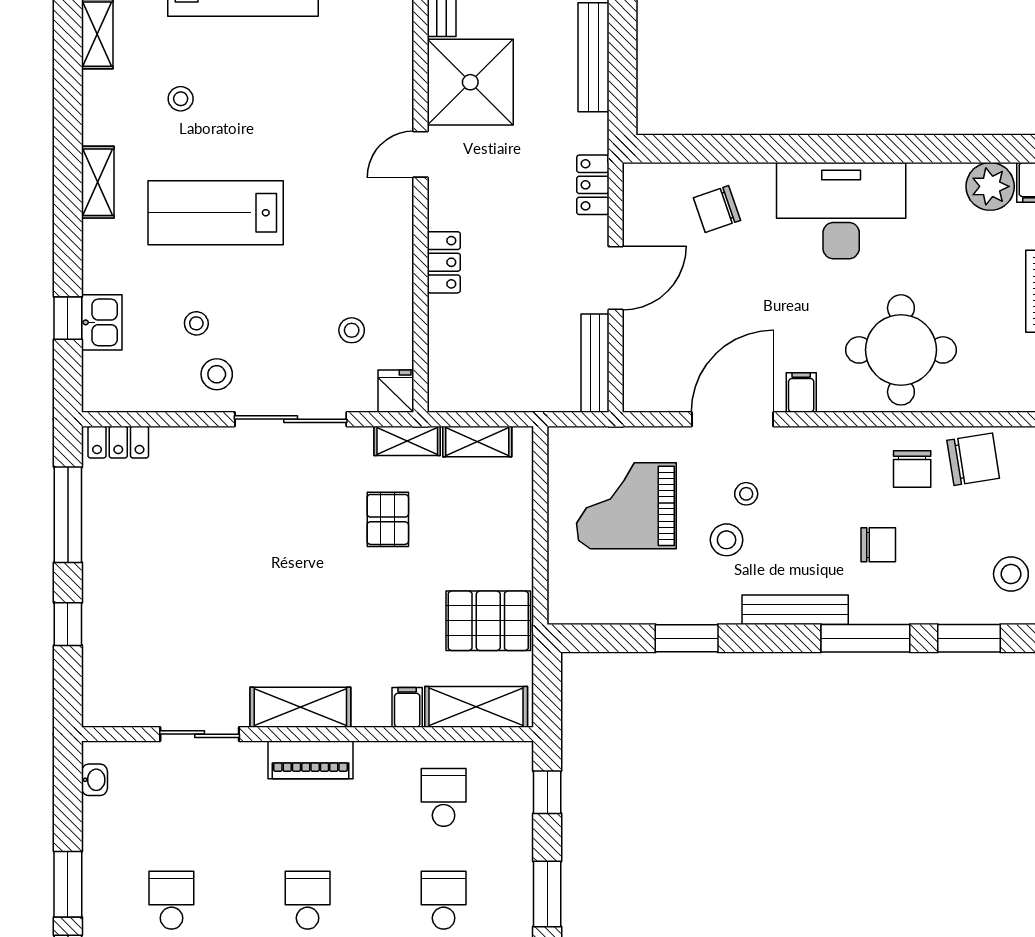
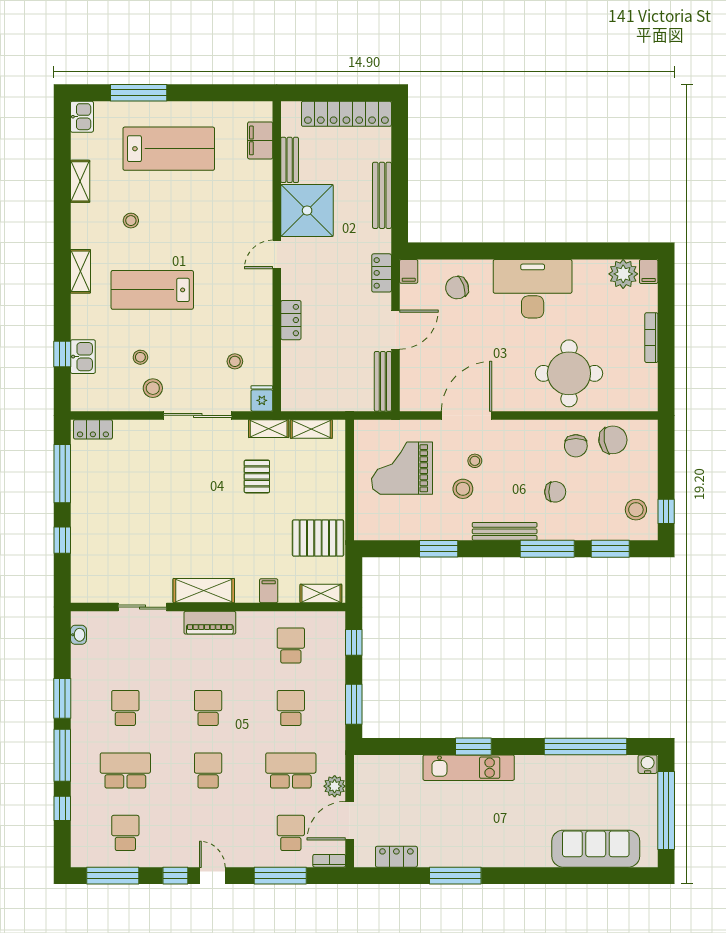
filing cabinet: (801, 393) -> (409, 271), moved, turned 180
shelving: (476, 707) -> (321, 593), width x0.67, depth x0.75

